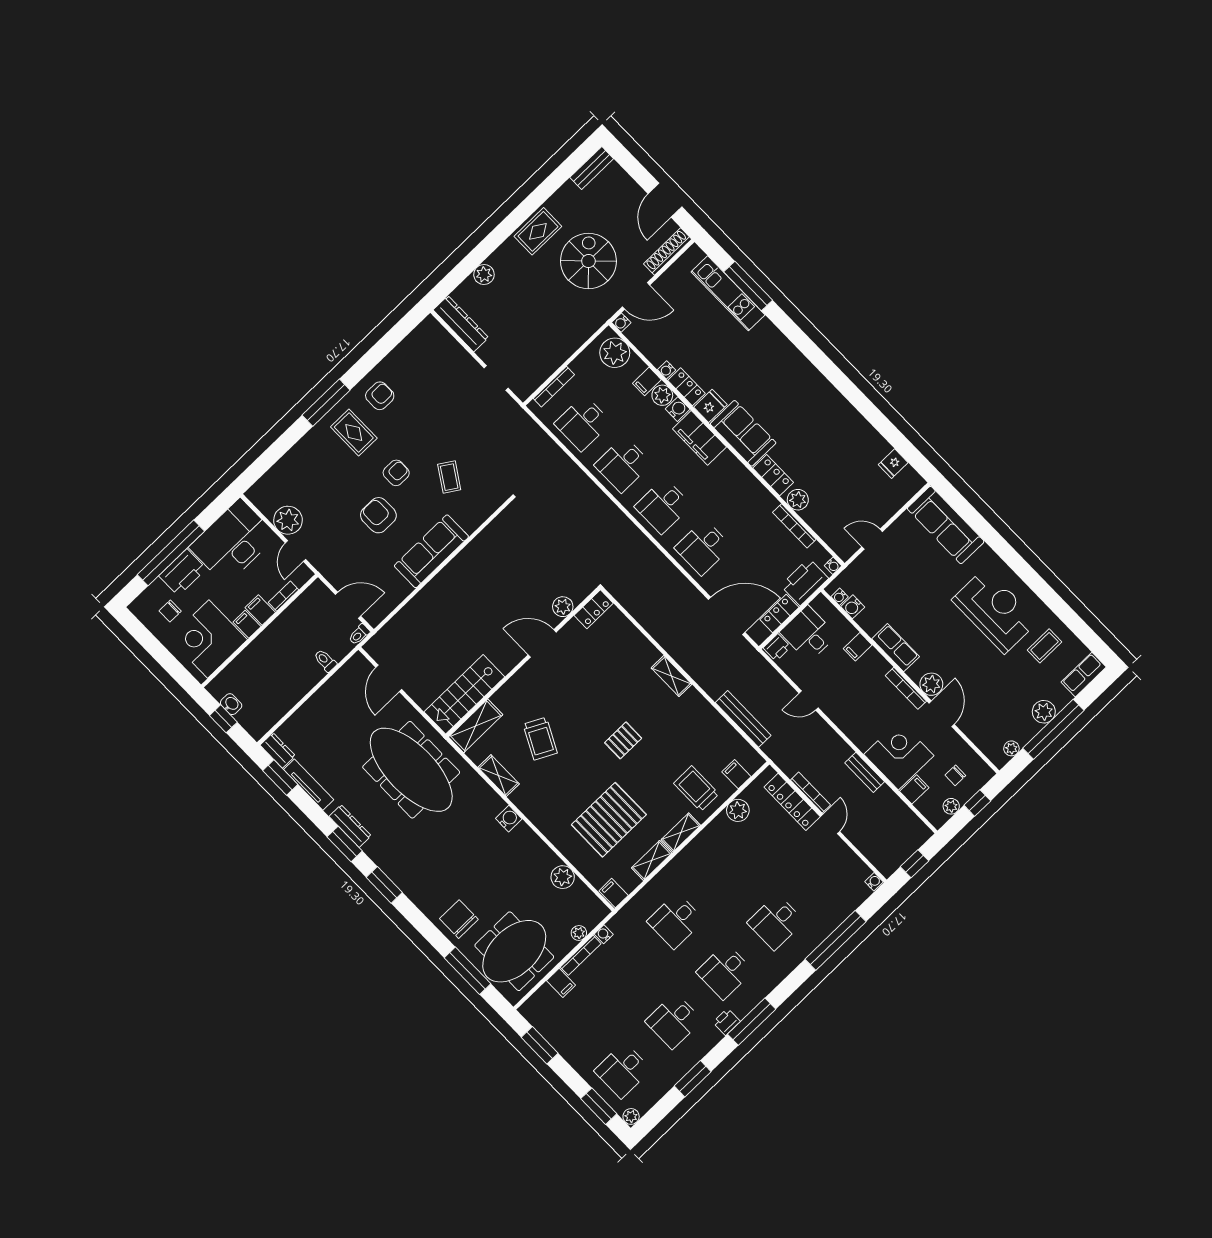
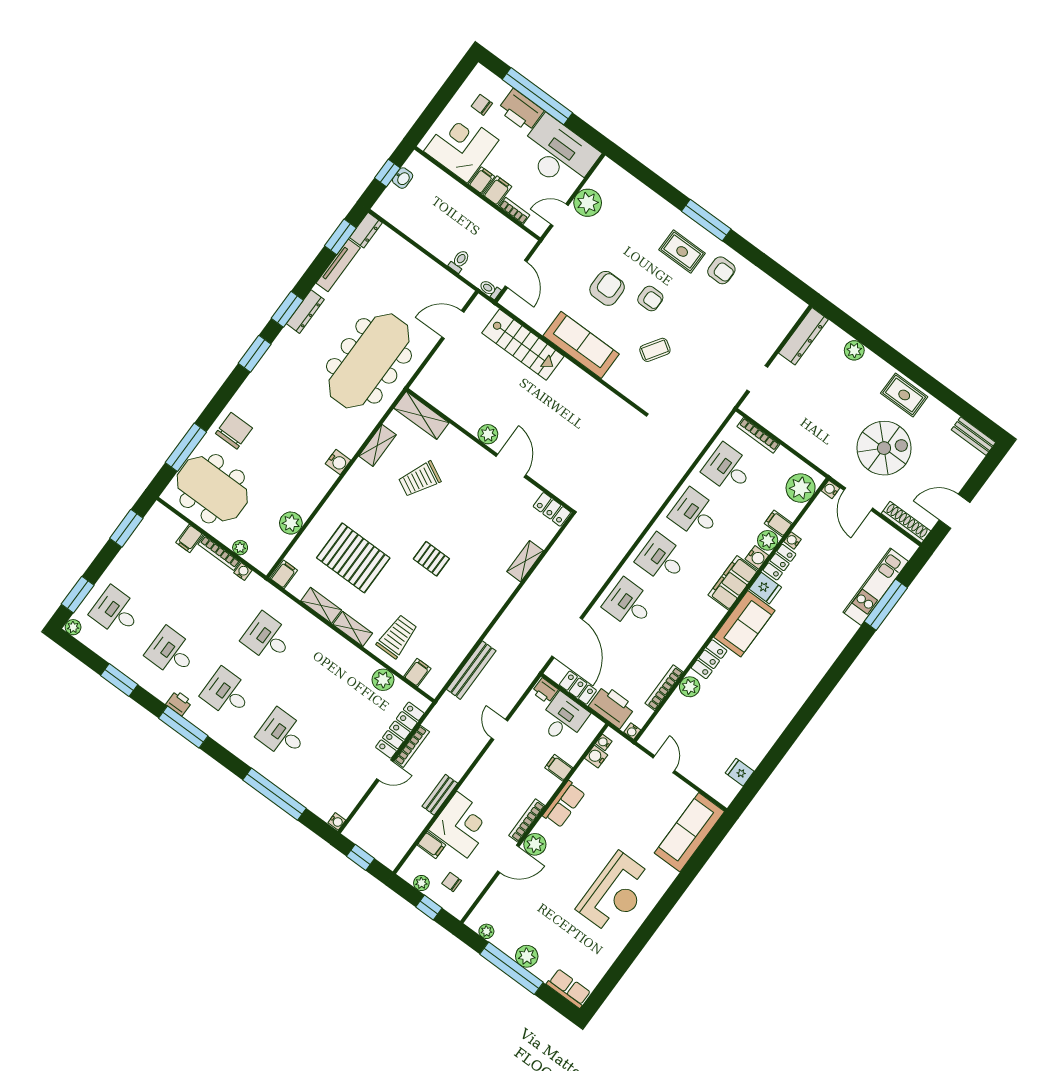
rug: (354, 432) -> (682, 251), turned 90
plant: (563, 607) -> (488, 434), moved
coffee table: (1044, 646) -> (590, 946), removed
shelving: (671, 676) -> (525, 561), moved
stairs: (464, 694) -> (523, 345), moved, turned 180

